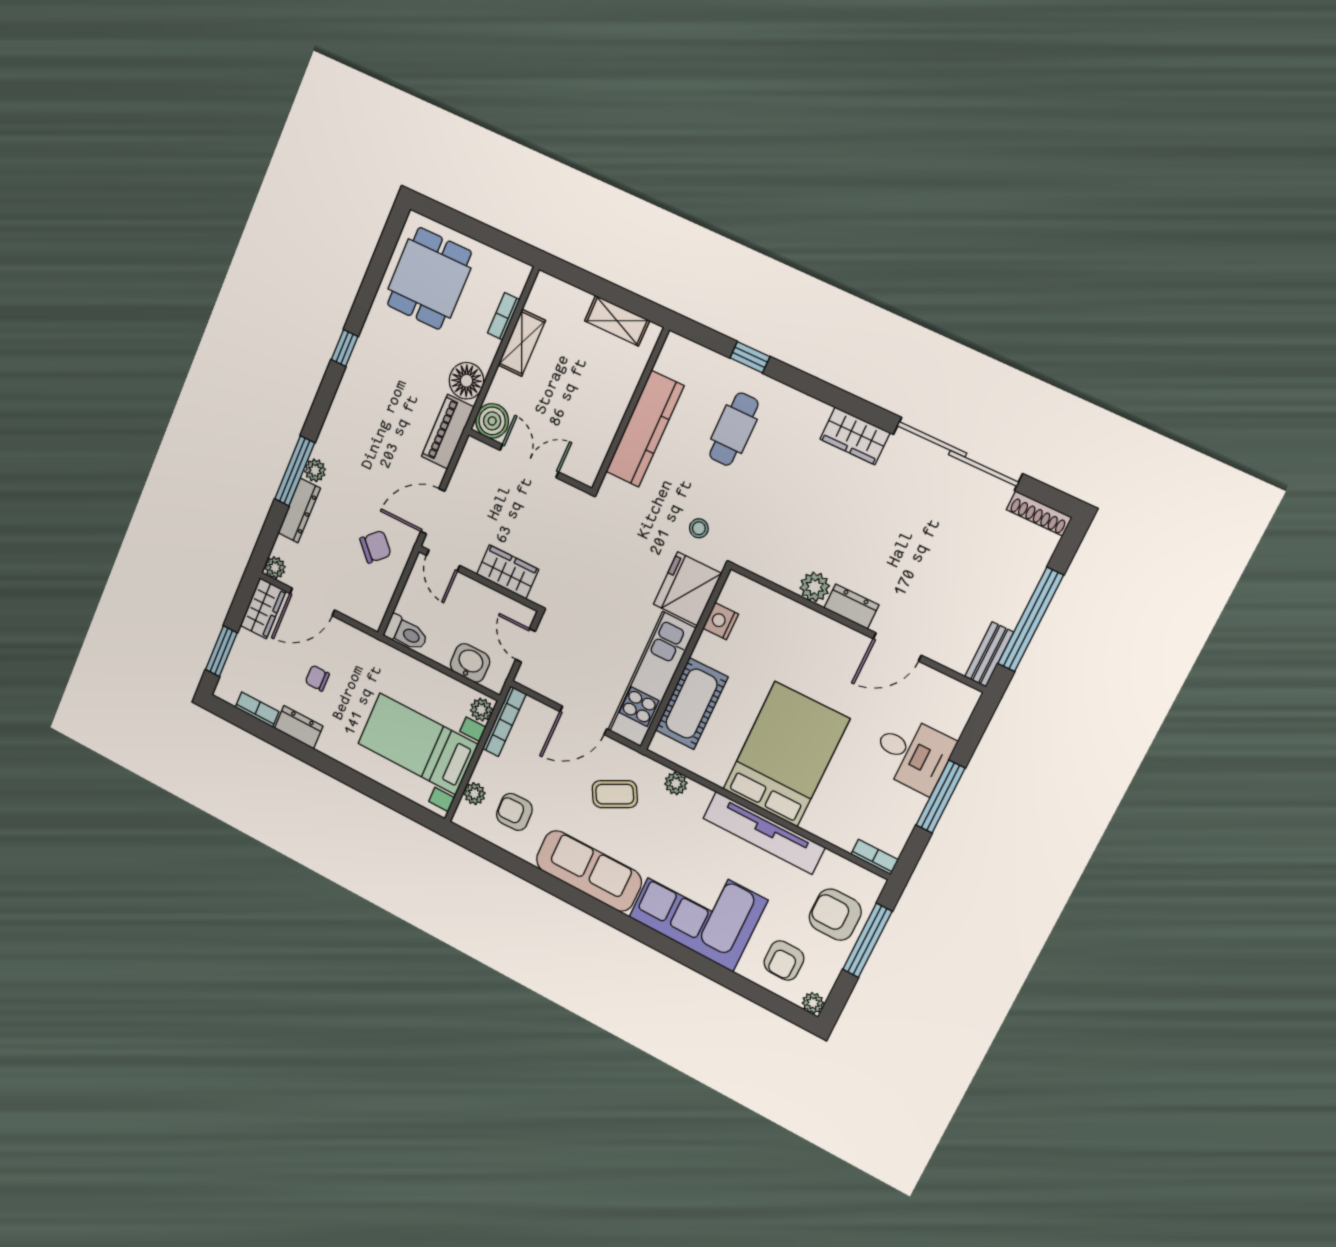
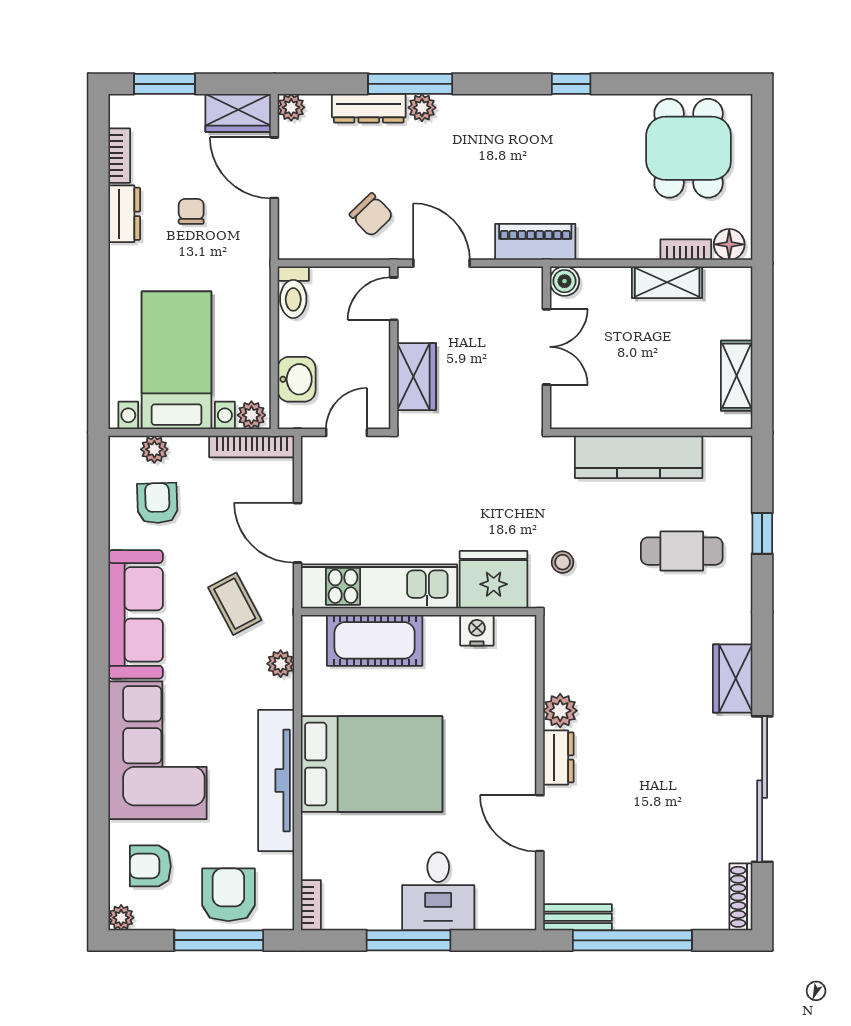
dining table: (429, 278) -> (689, 148), turned 90
floor lamp: (466, 381) -> (729, 244), moved, width x0.73, depth x0.73
boiler: (492, 421) -> (564, 281), width x0.73, depth x0.73

